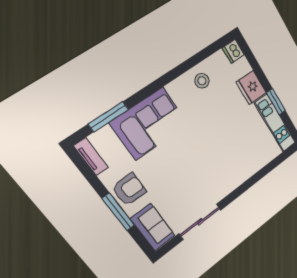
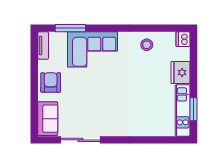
window: (276, 102) -> (194, 109), moved
armchair: (129, 189) -> (51, 82), turned -90
window: (118, 212) -> (34, 92), removed

